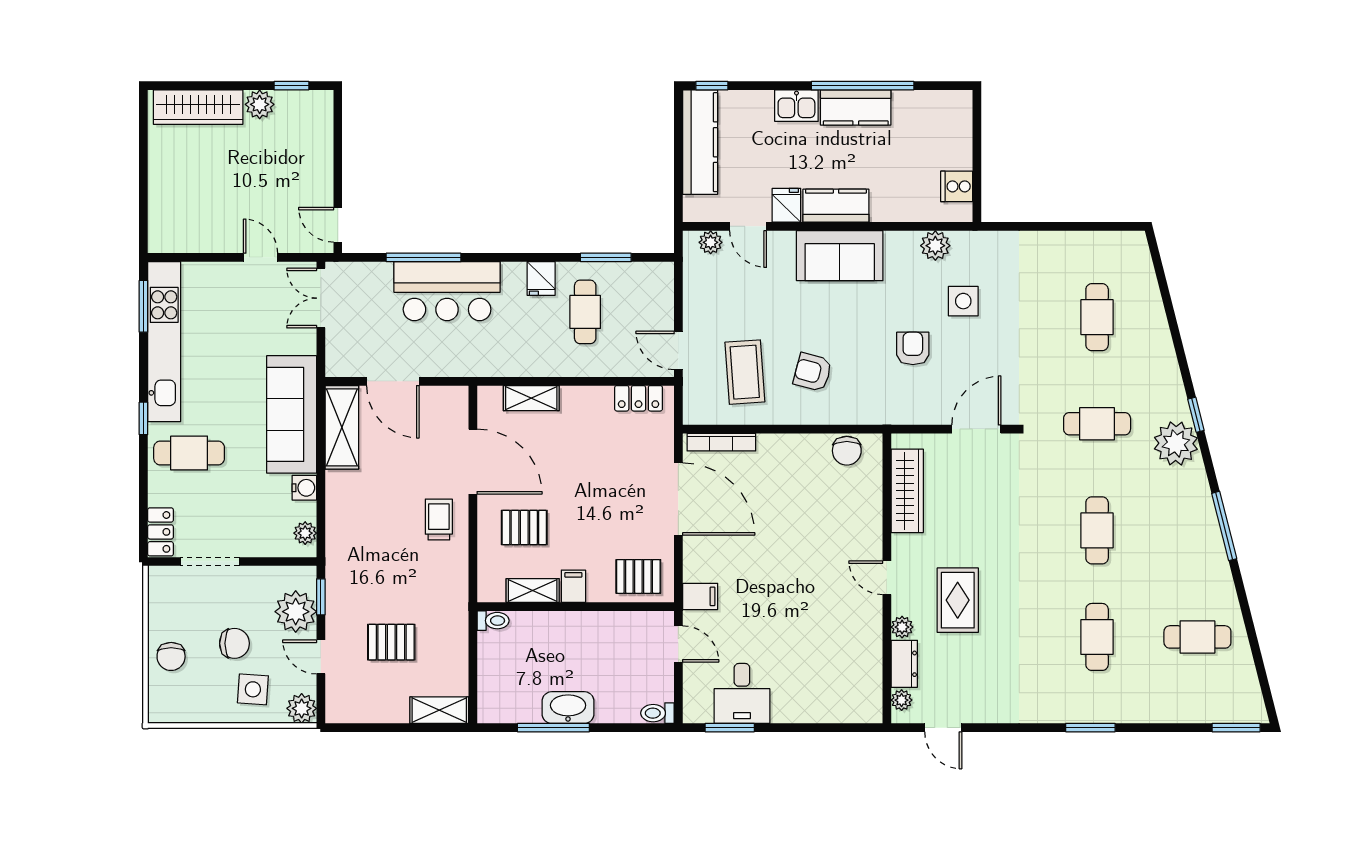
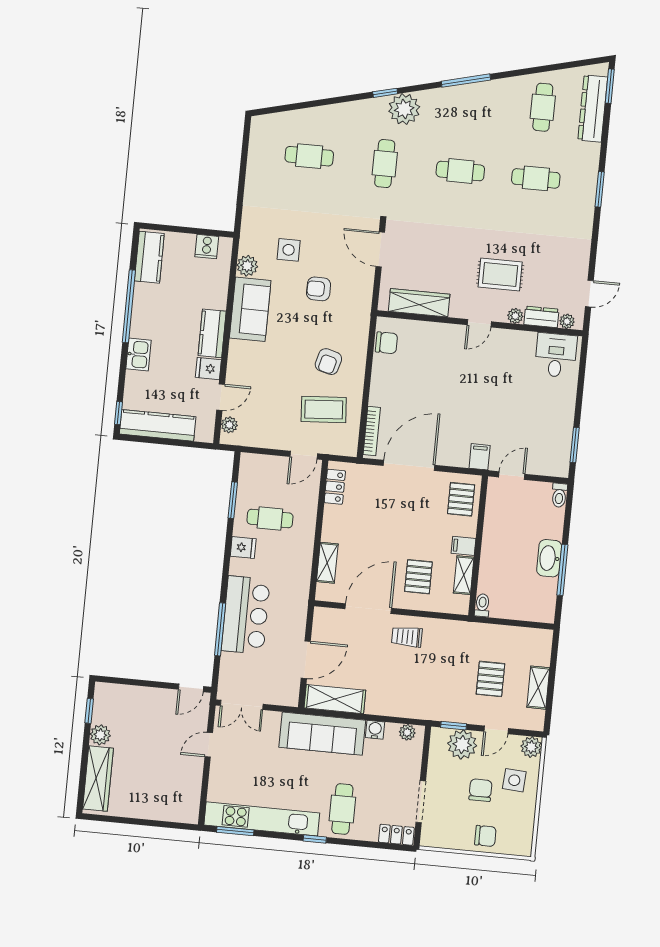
kitchen counter: (856, 108) -> (149, 257), moved
sofa: (840, 256) -> (250, 309), moved
desk: (742, 693) -> (556, 355), moved, turned -90
dresser: (1202, 707) -> (593, 109), added
shelving: (439, 710) -> (538, 688), moved

